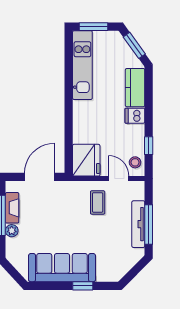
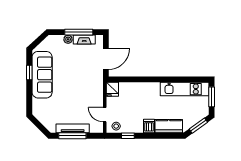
fridge: (86, 160) -> (112, 89), width x0.53, depth x0.75
door: (39, 177) -> (106, 59), hinge flipped
door: (119, 179) -> (105, 115), swing flipped
coffee table: (98, 202) -> (88, 100), removed
window: (83, 286) -> (29, 72), moved

